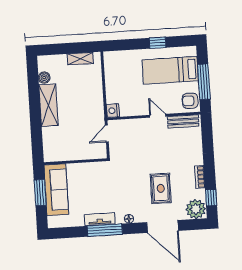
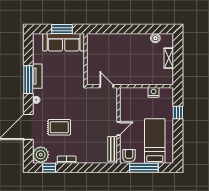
window: (158, 43) -> (178, 112), moved
shelving: (80, 59) -> (169, 58), moved
shelving: (48, 105) -> (133, 40), removed
nightstand: (113, 111) -> (154, 92), moved

